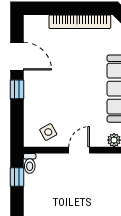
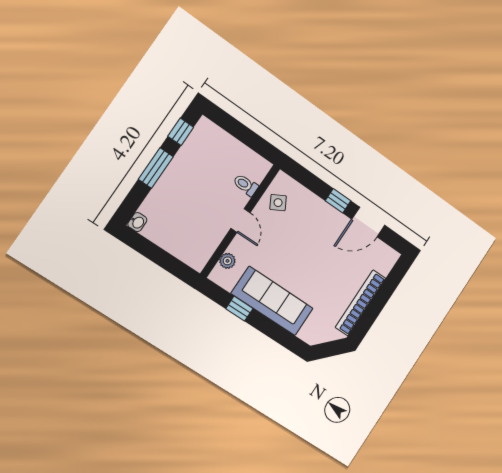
toilet: (30, 163) -> (246, 185), moved
window: (17, 177) -> (255, 142), removed

